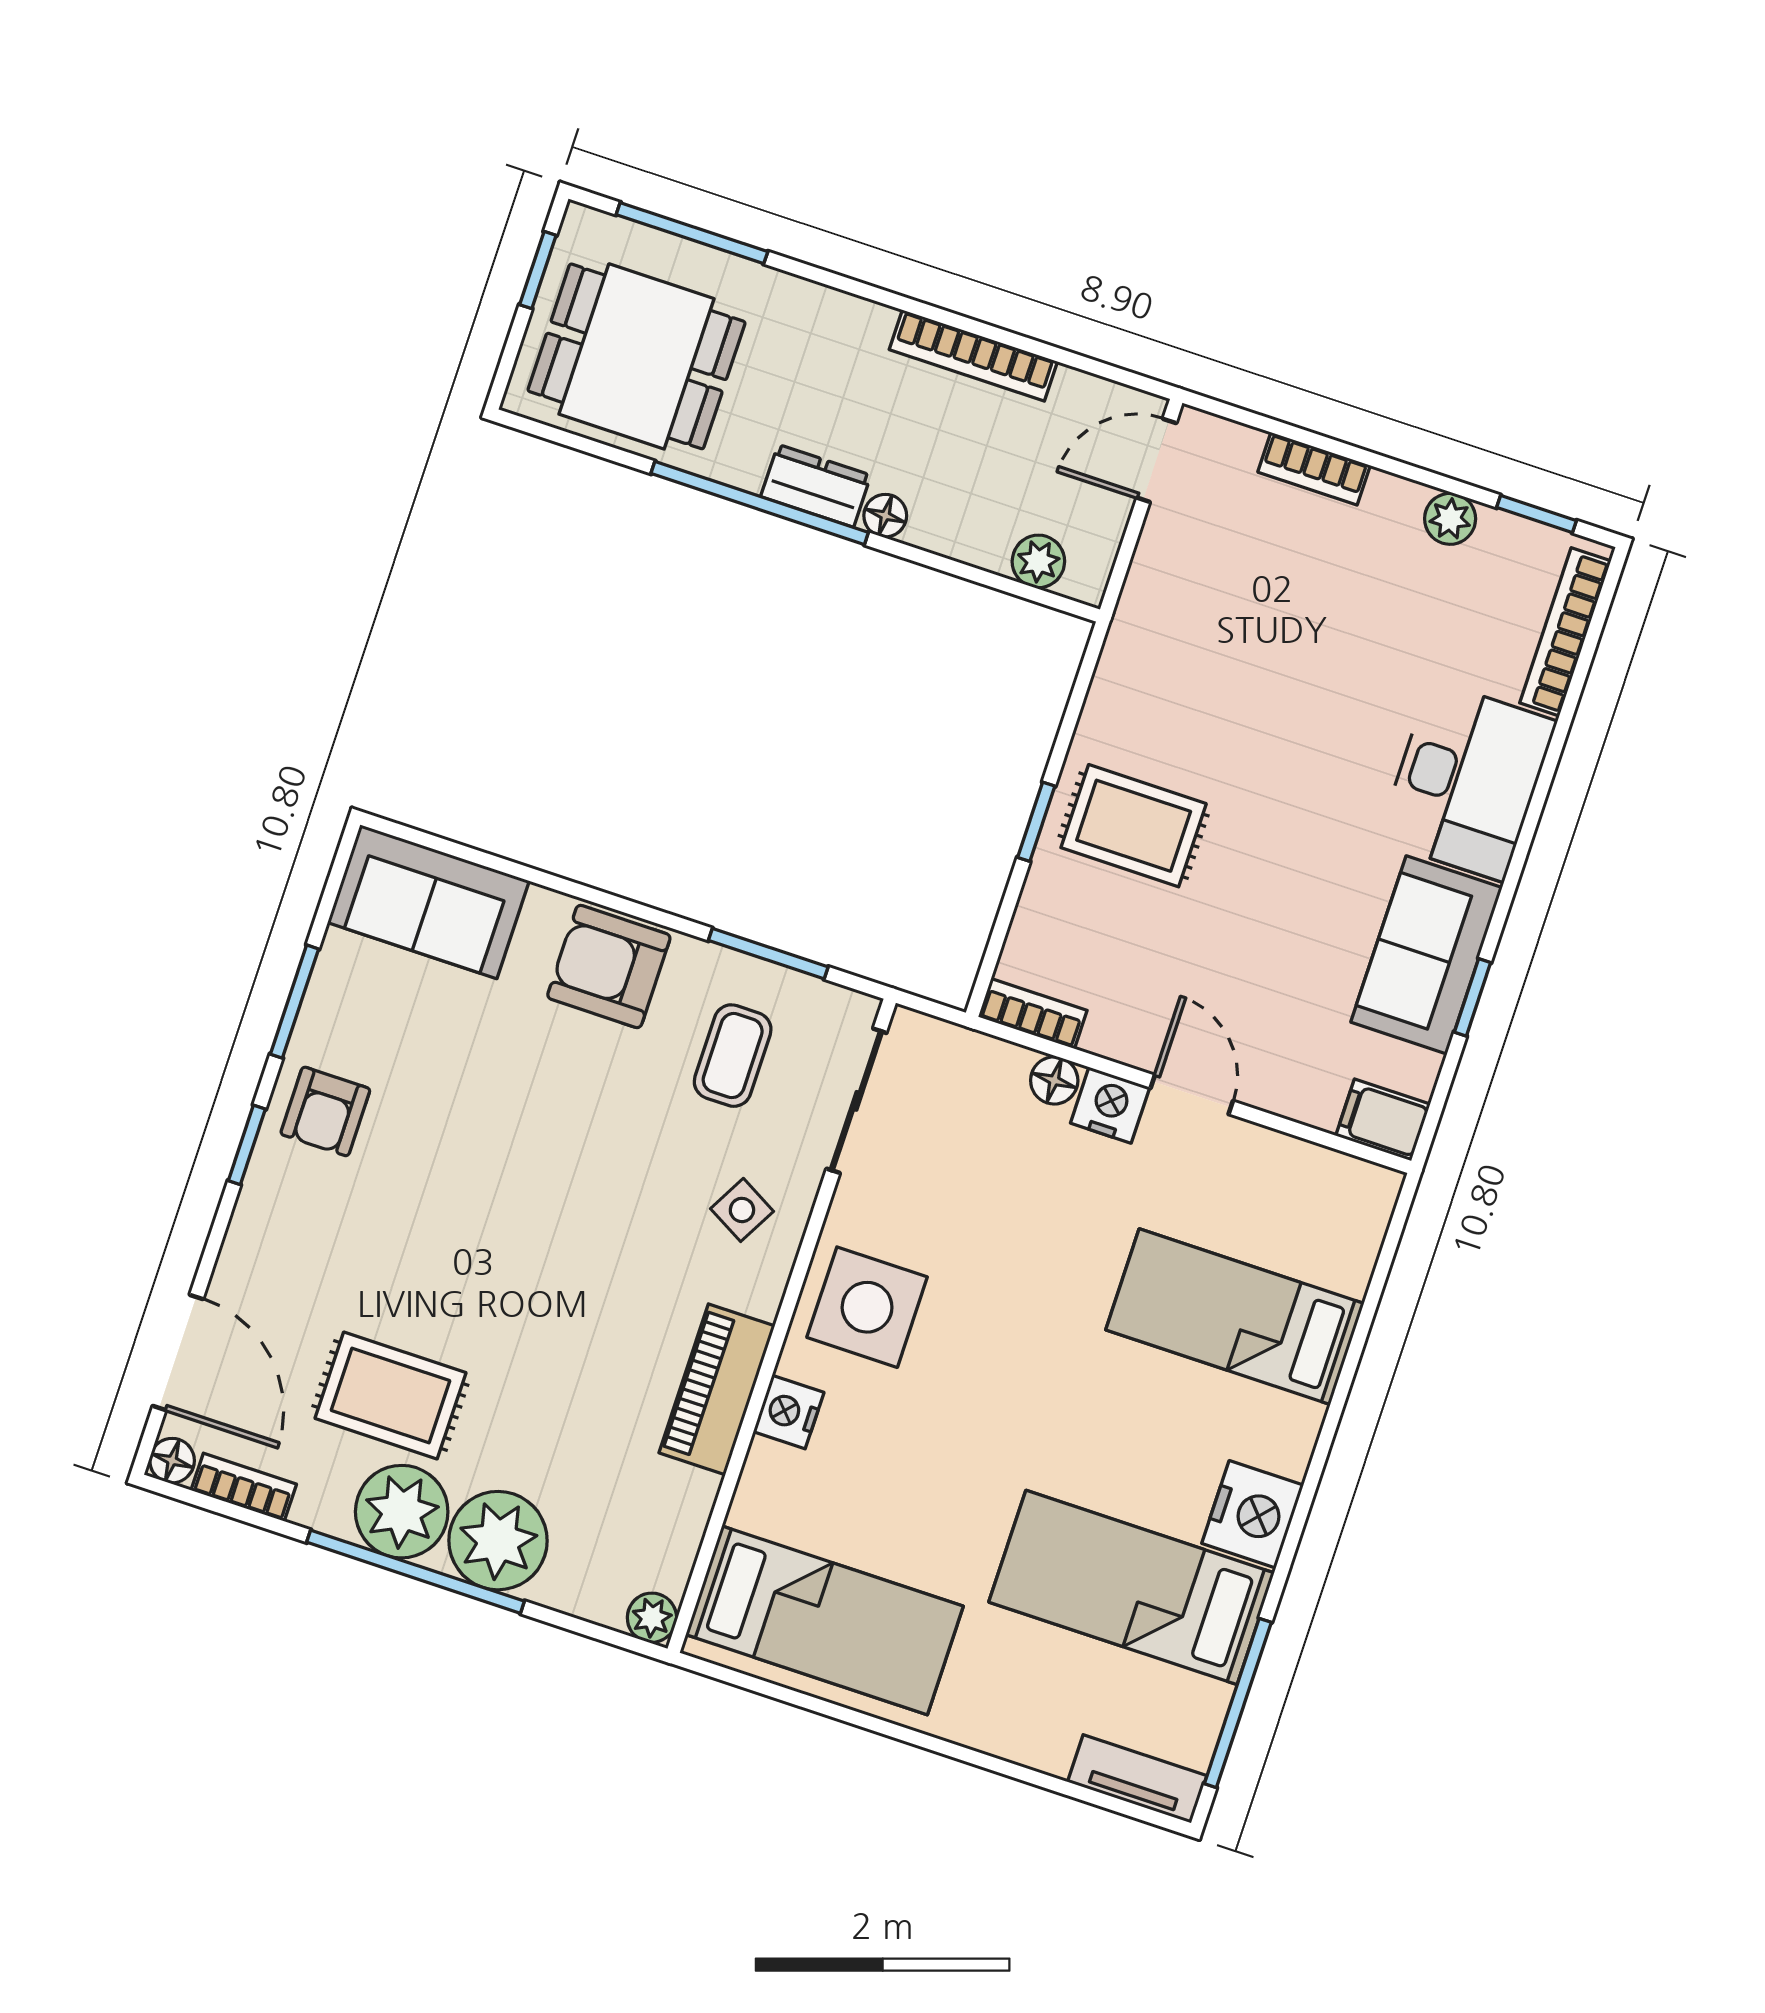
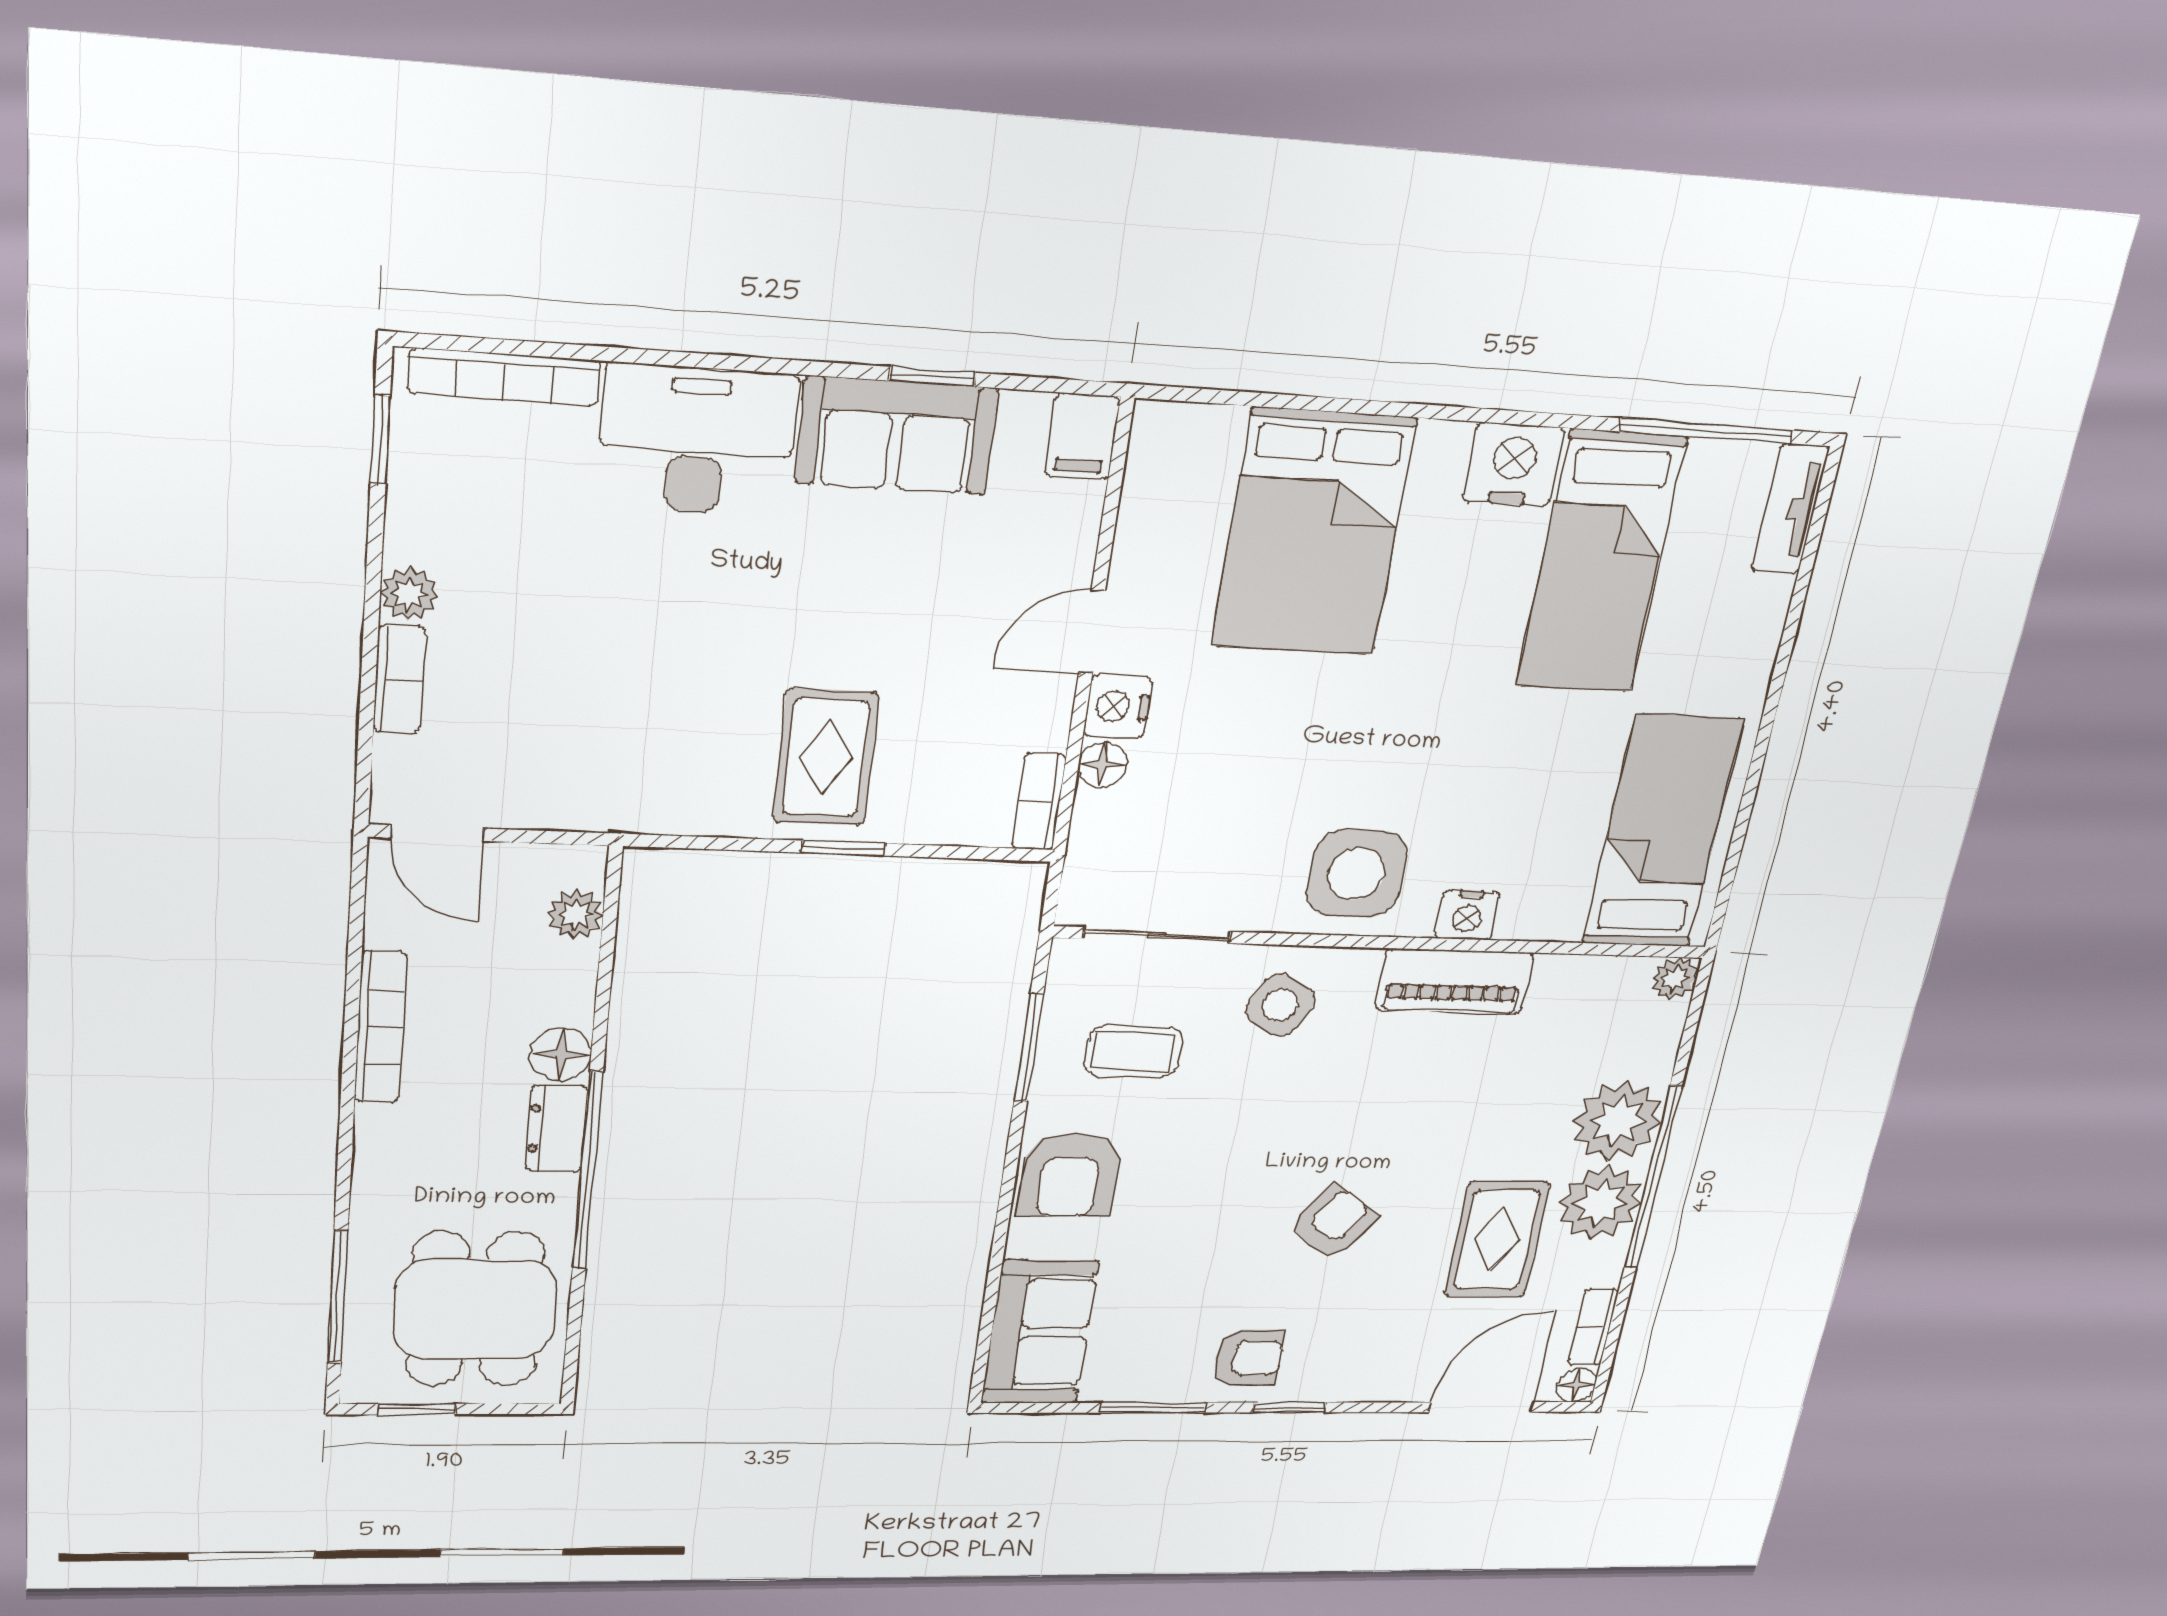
floor lamp: (885, 516) -> (561, 1054), width x1.37, depth x1.37
plant: (1450, 519) -> (409, 594), moved
side table: (742, 1210) -> (1280, 1005), width x1.37, depth x1.37
armchair: (468, 1225) -> (1333, 1222), added
bed: (1235, 1317) -> (1313, 533), width x1.50

